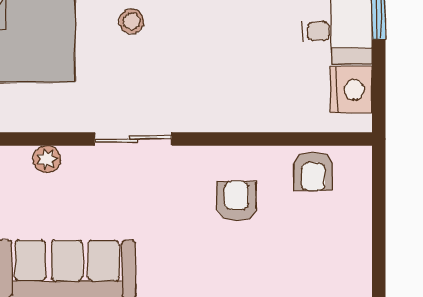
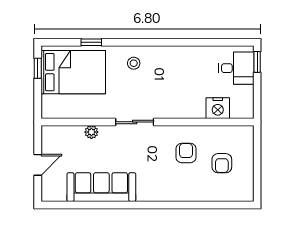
nightstand: (351, 90) -> (218, 108), moved, turned 90
armchair: (313, 171) -> (222, 163), moved

